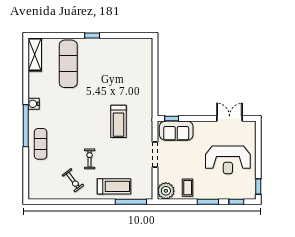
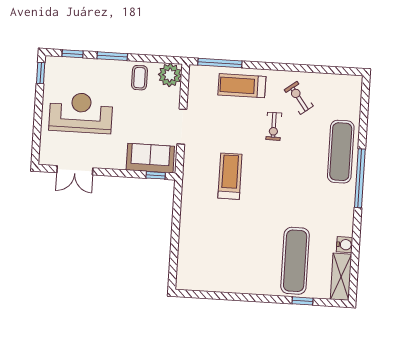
window: (92, 36) -> (302, 301), moved
water cooler: (34, 104) -> (345, 245), moved
exercise mat: (41, 144) -> (341, 152), width x1.36, depth x1.45

